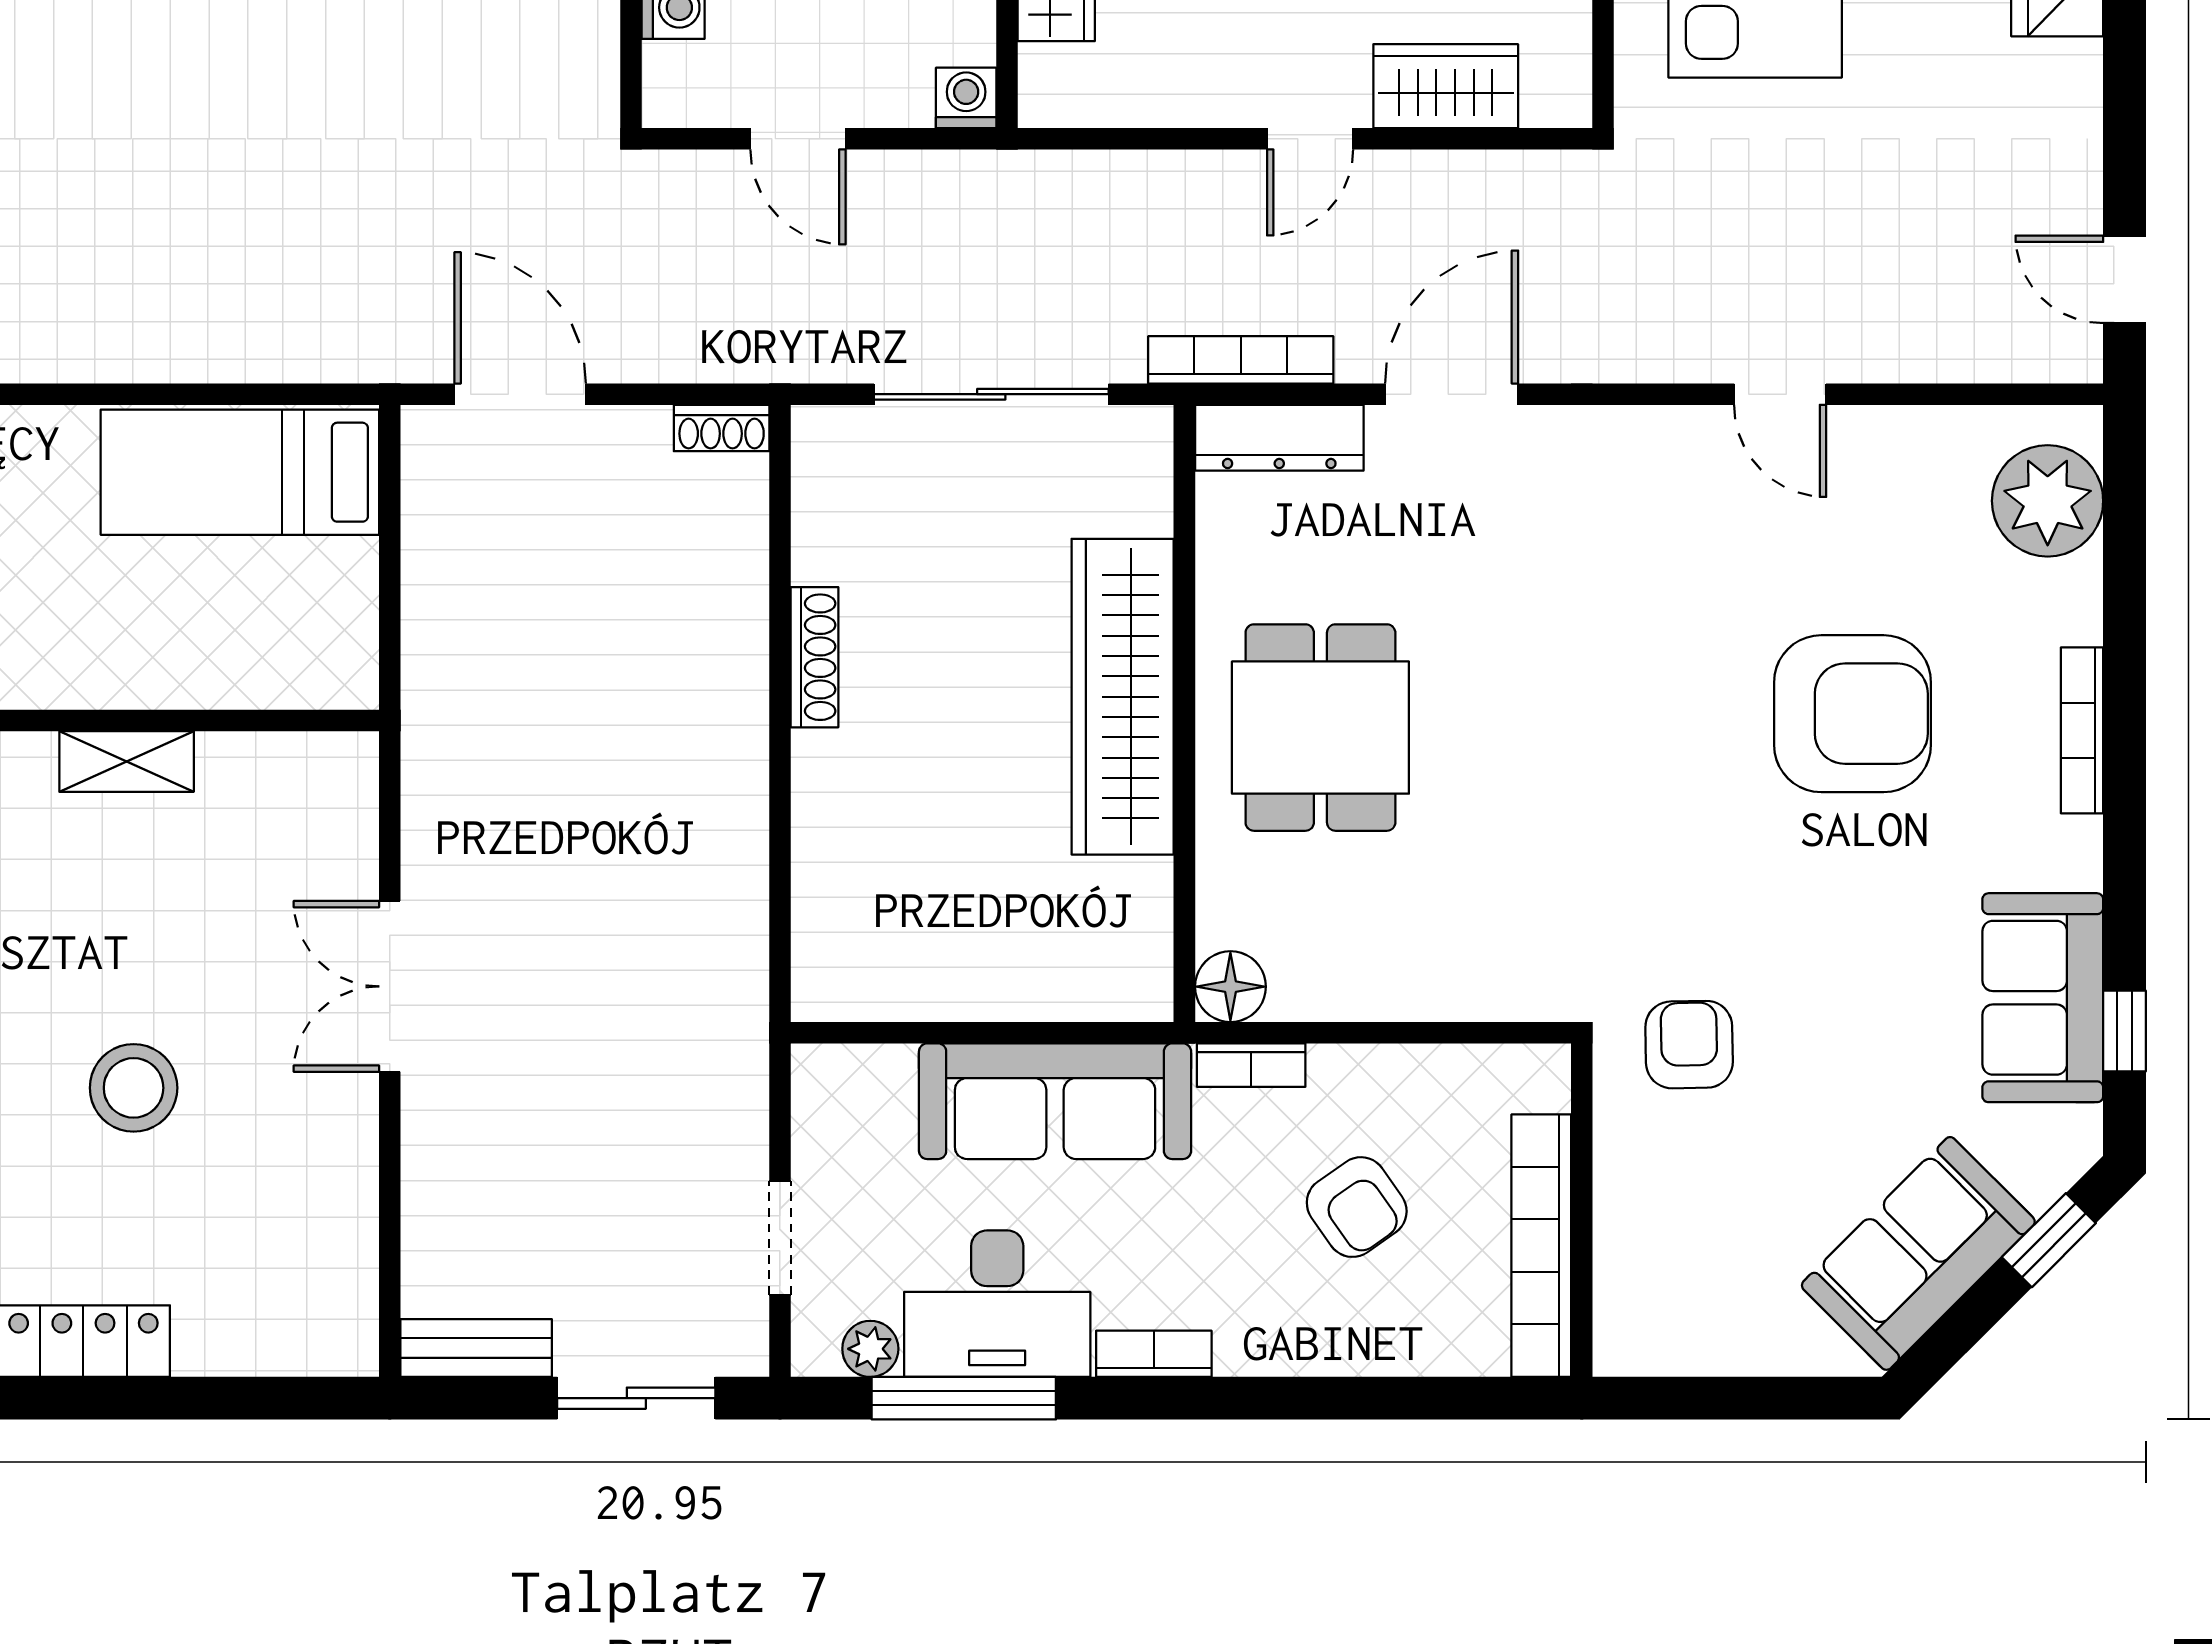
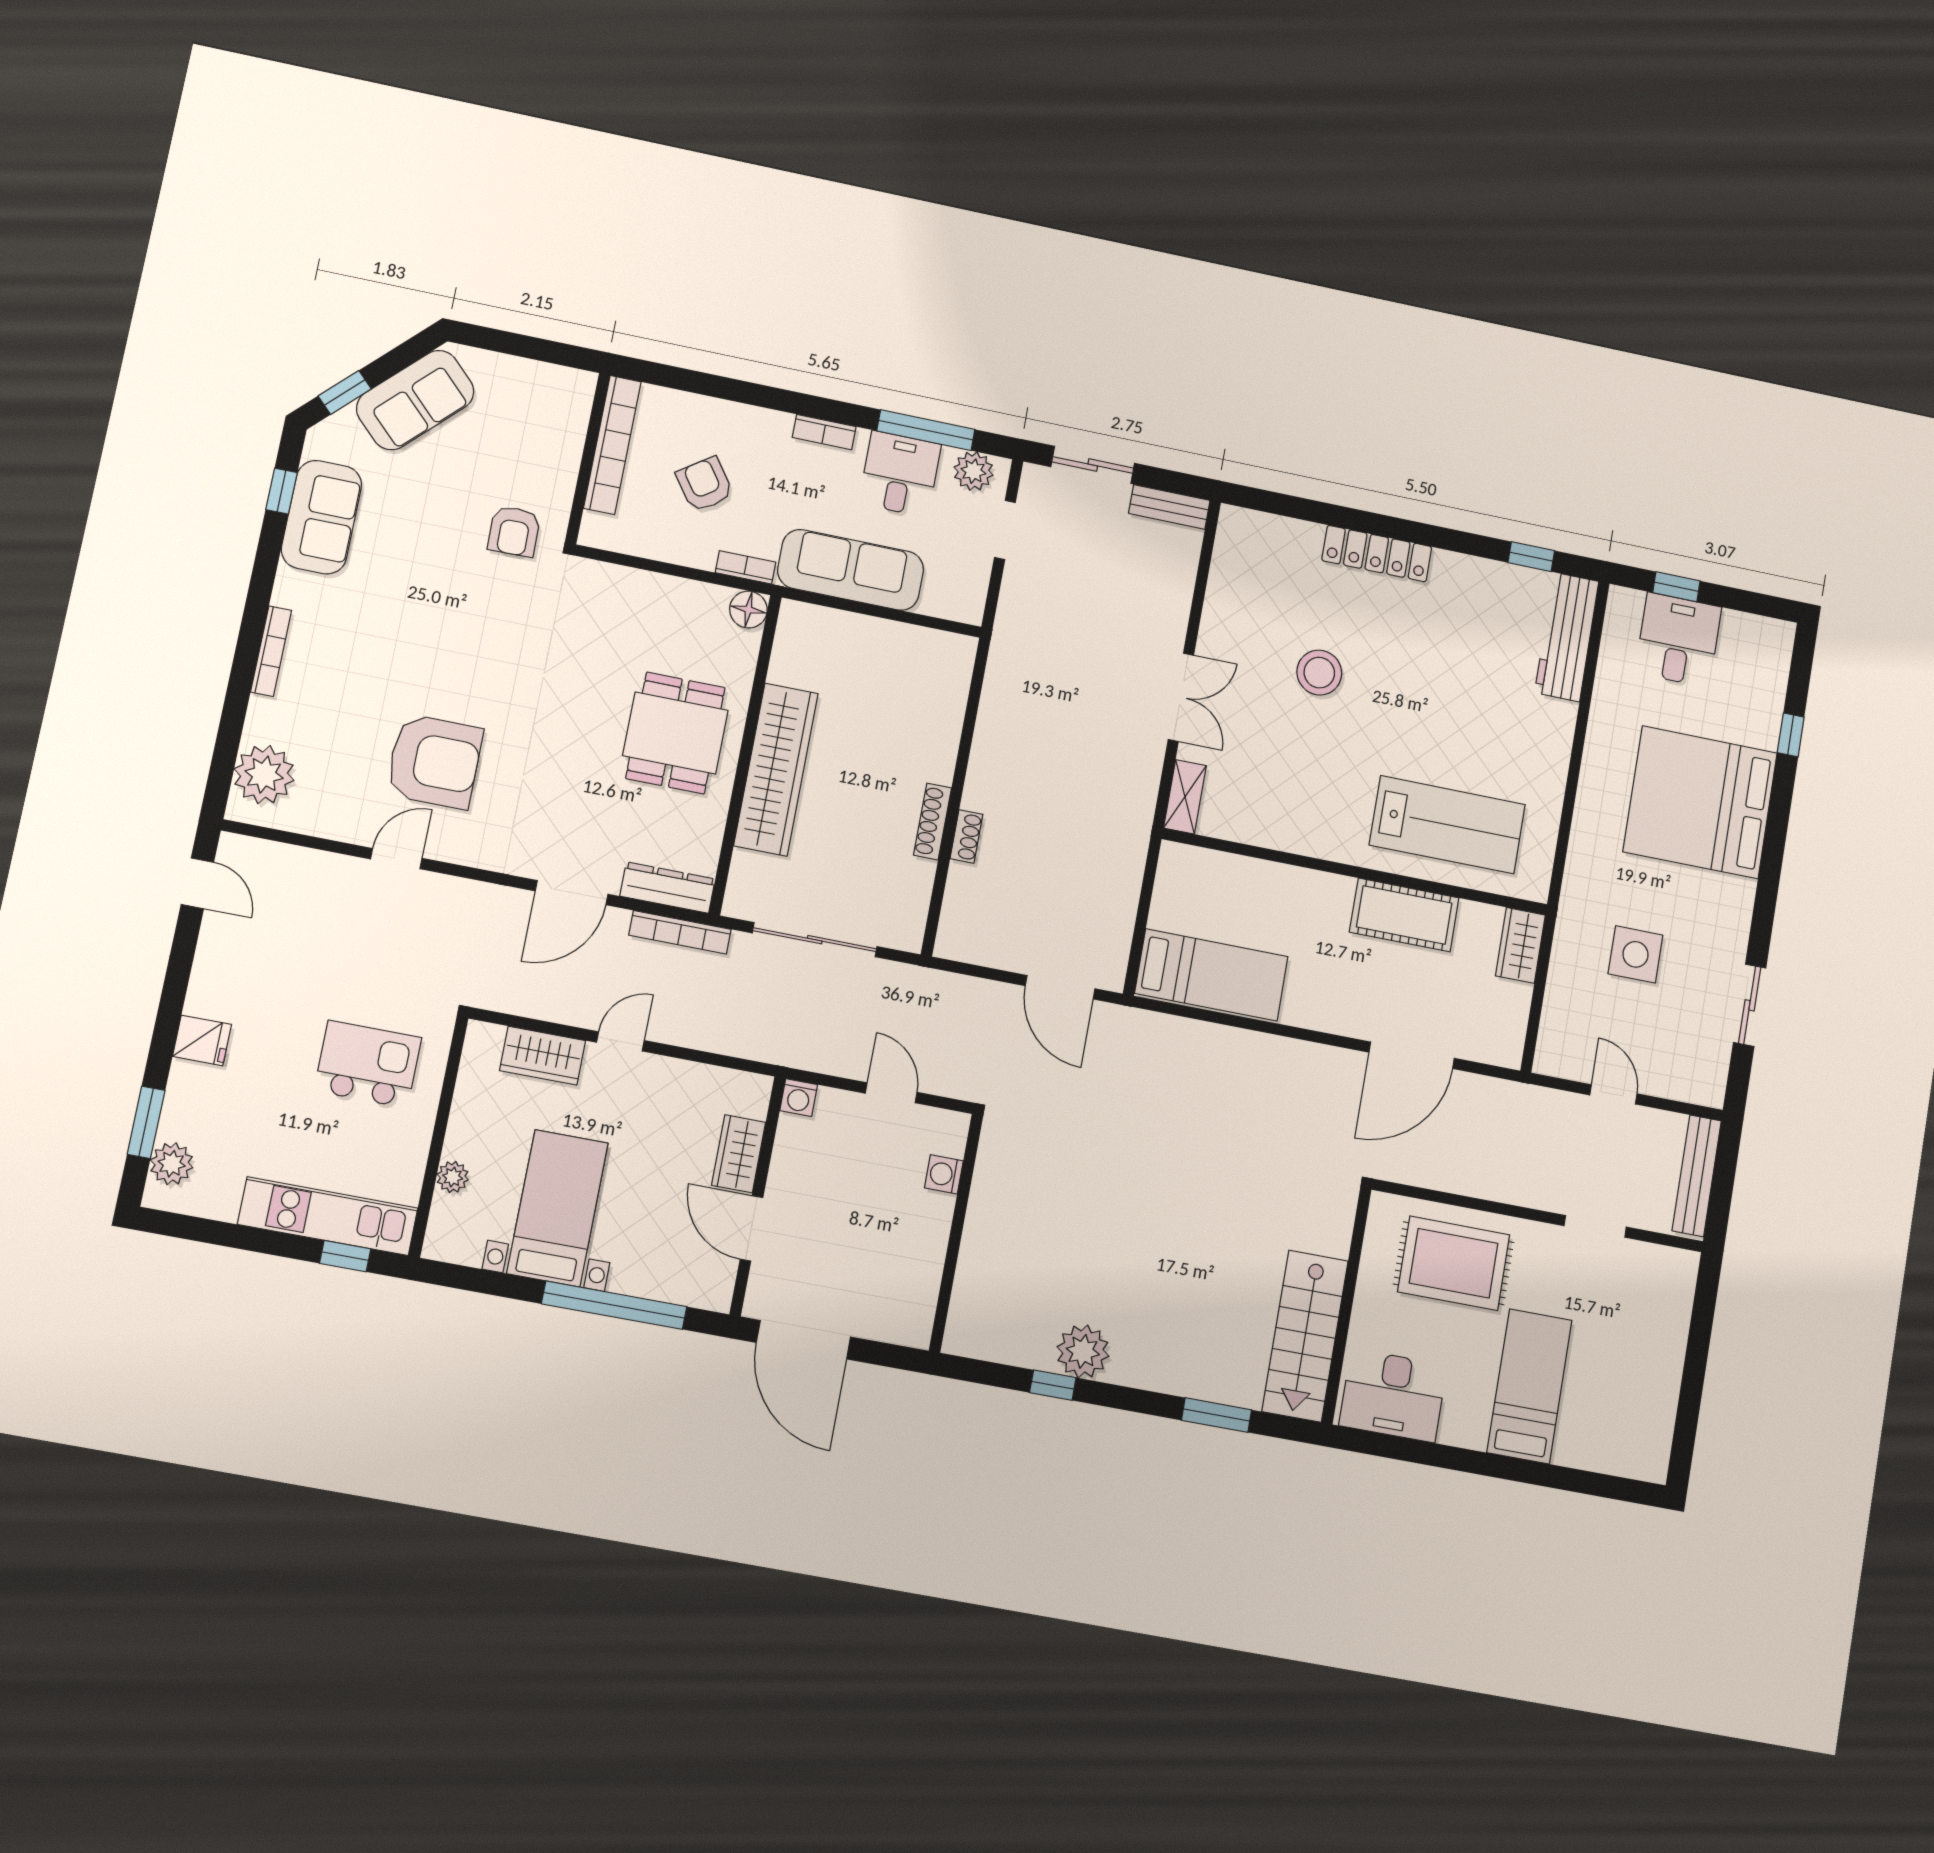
door: (1780, 394) -> (396, 859), hinge flipped
shoe rack: (722, 428) -> (966, 836), moved, turned 90
armchair: (1852, 714) -> (434, 761), moved, turned 180
shelving: (127, 761) -> (1185, 797), moved, turned 90
desk: (997, 1304) -> (900, 474), width x0.73
plant: (870, 1349) -> (973, 471), width x1.38, depth x1.38

